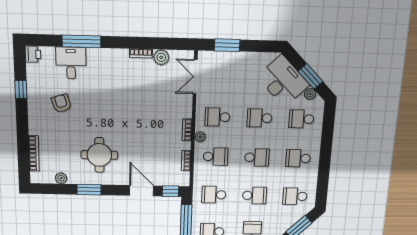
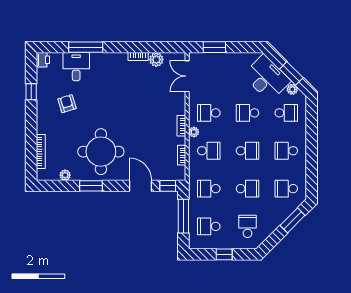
school desk: (301, 119) -> (286, 113), turned 180
round table: (99, 155) -> (101, 152), width x1.36, depth x1.36

